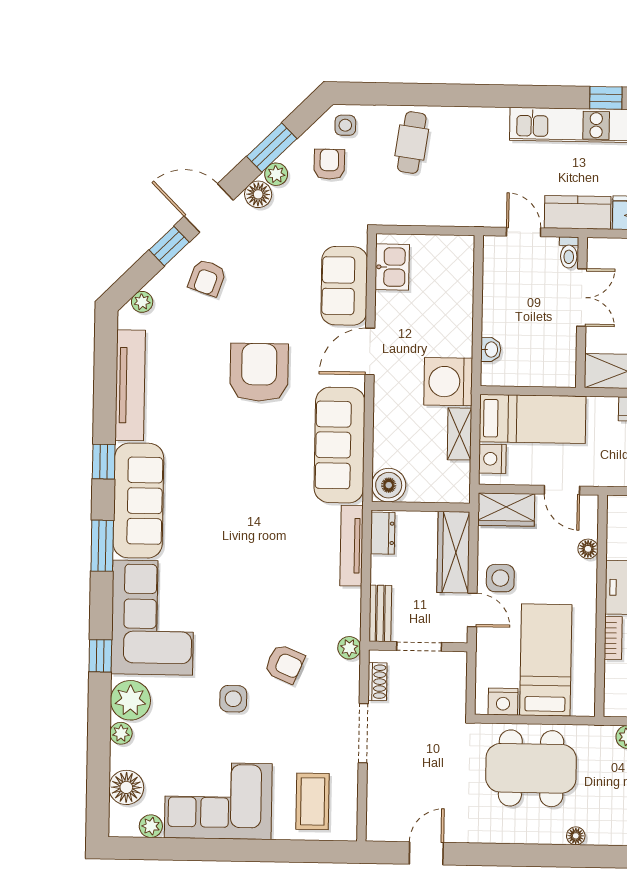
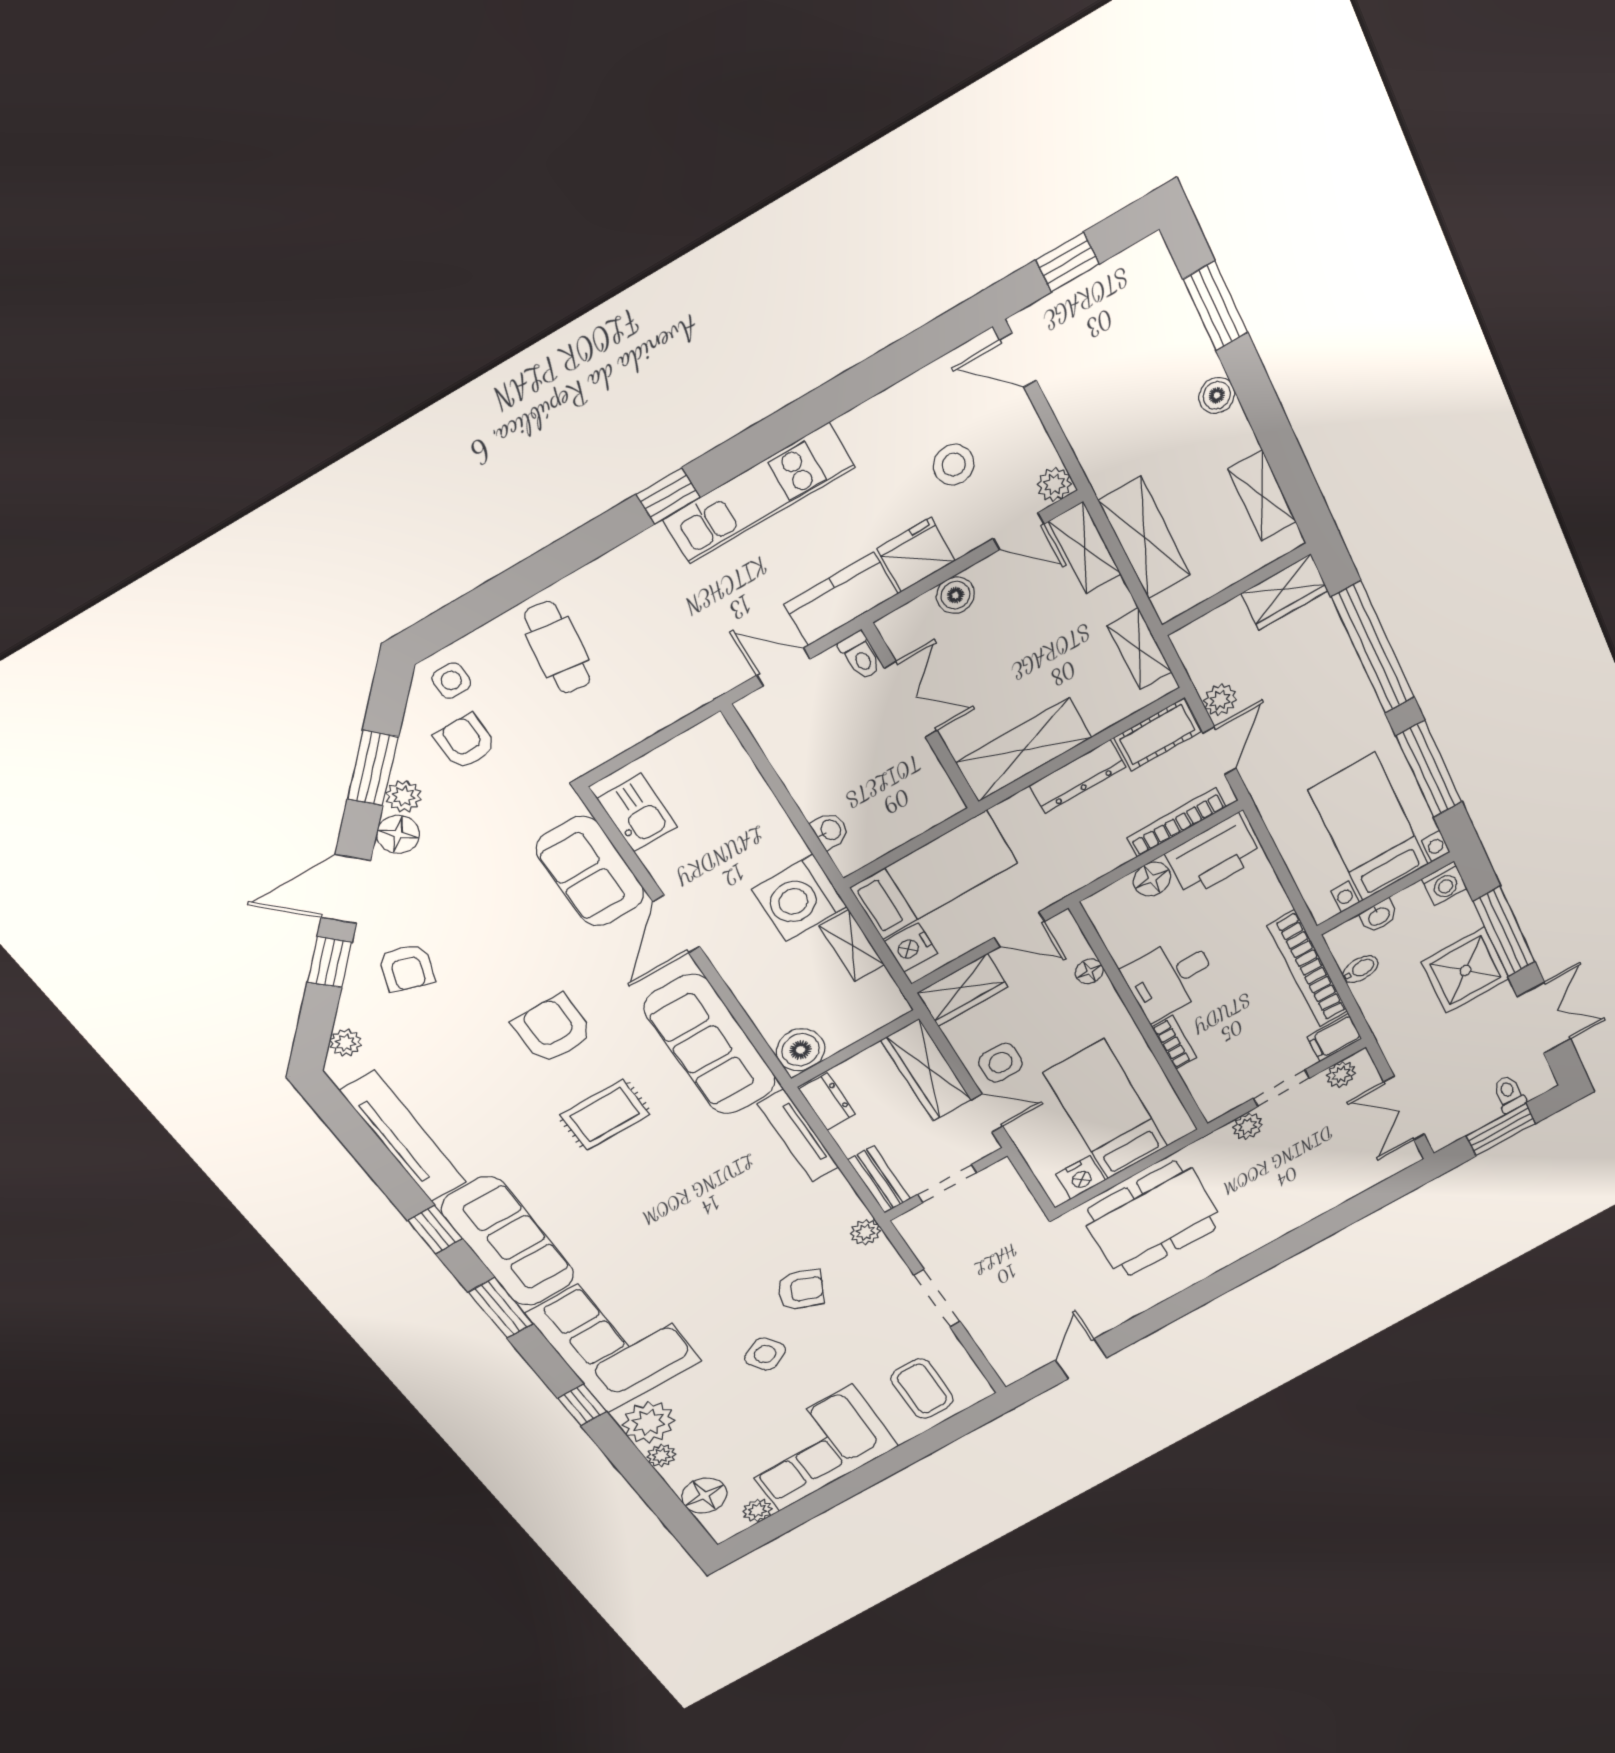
window: (606, 98) -> (668, 496), moved
armchair: (259, 372) -> (553, 1029), width x0.73, depth x0.73
rug: (251, 451) -> (605, 1115), added
shoe rack: (377, 682) -> (921, 1244), removed
side table: (233, 699) -> (765, 1354), turned -30
floor lamp: (576, 836) -> (1241, 1249), removed

